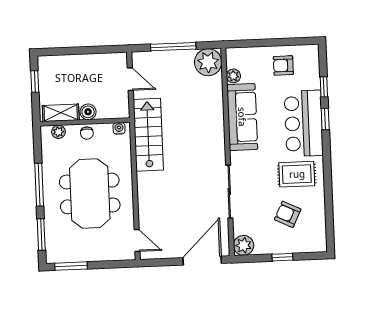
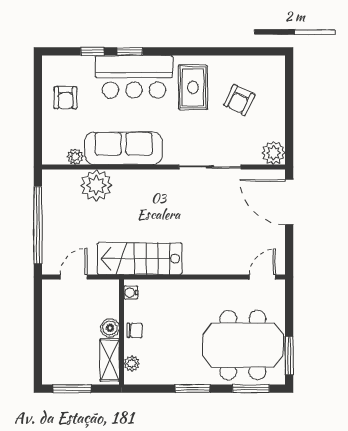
window: (173, 47) -> (38, 225), width x1.46
plant: (208, 62) -> (96, 185), moved
window: (35, 81) -> (72, 389), width x1.50
window: (39, 185) -> (193, 389), width x0.69
meeting table: (90, 193) -> (243, 345), moved
window: (282, 257) -> (289, 108), removed

